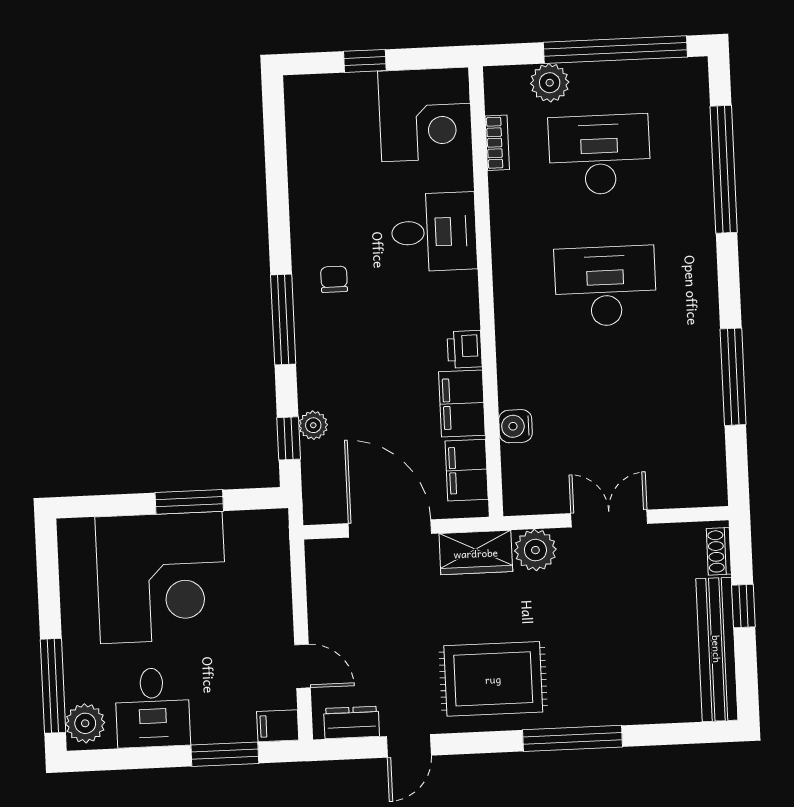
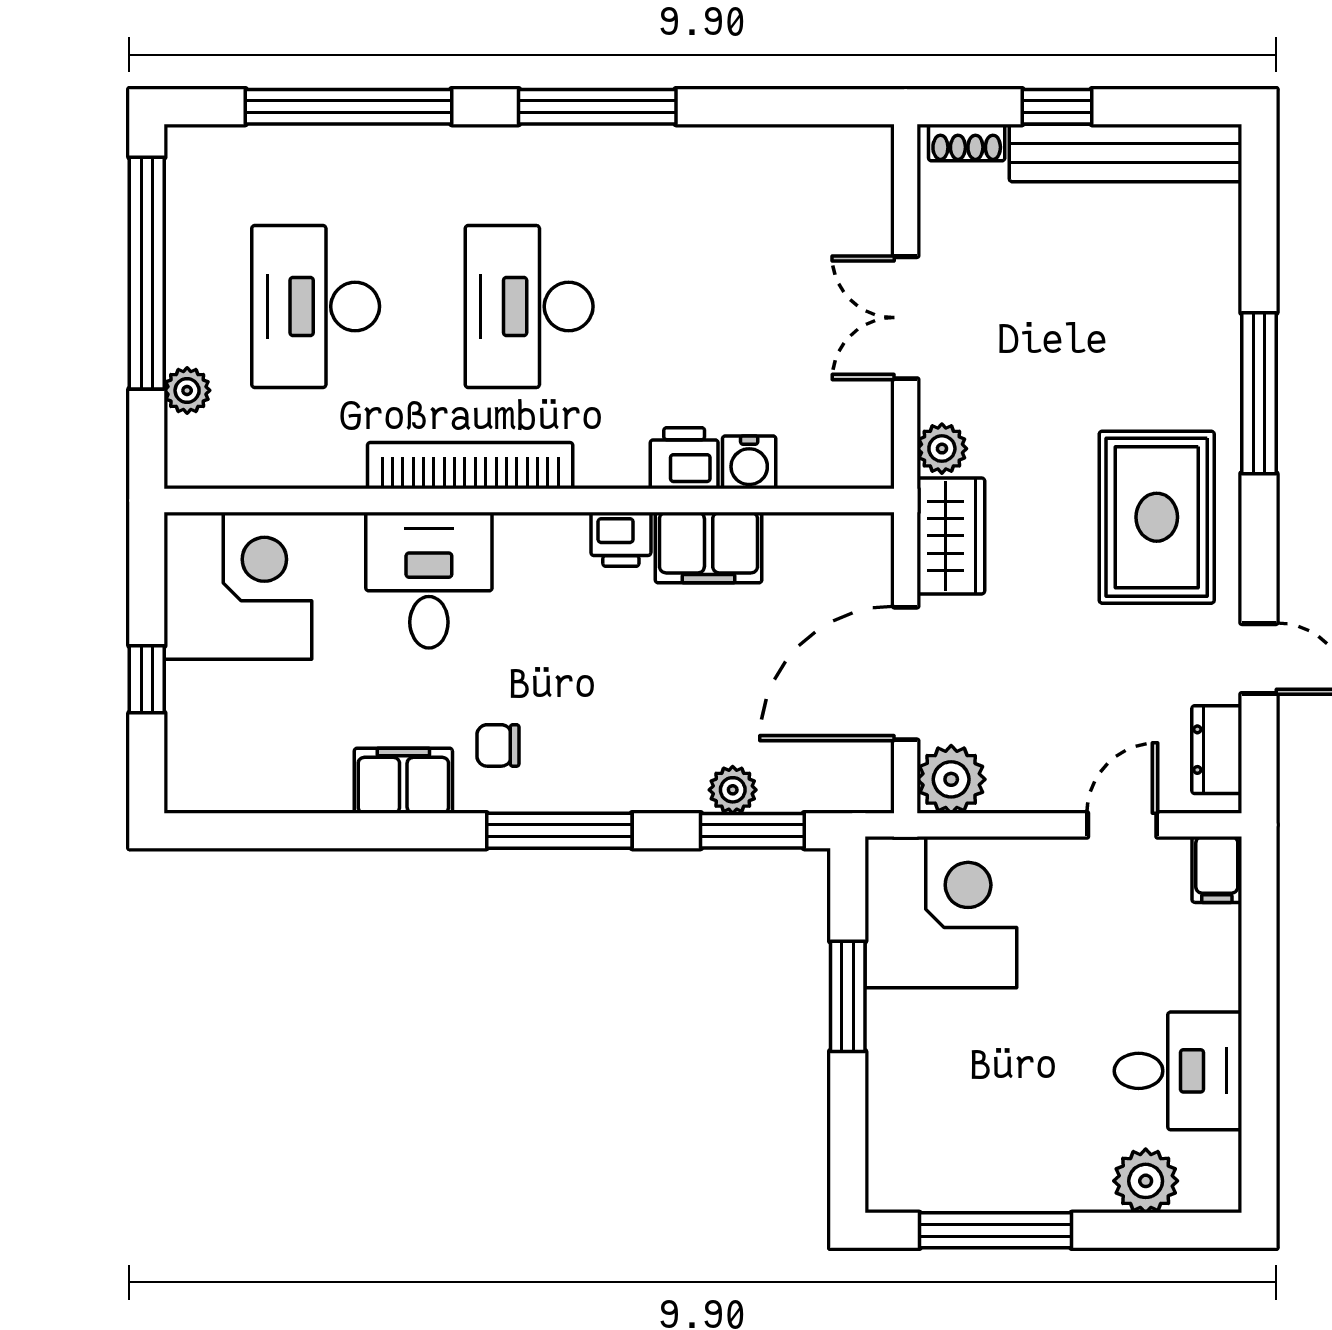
plant: (550, 83) -> (187, 390), width x0.73, depth x0.73
bookcase: (497, 143) -> (470, 466), moved, width x2.31, depth x1.31
window: (733, 377) -> (597, 107), moved
printer: (516, 386) -> (684, 458), added
window: (289, 438) -> (752, 831), width x1.50
filing cabinet: (467, 470) -> (403, 781), moved, turned 180
plant: (535, 550) -> (942, 449), width x0.73, depth x0.73
plant: (326, 560) -> (951, 779), added
corner desk: (161, 577) -> (941, 912), moved, width x0.74, depth x0.74
window: (53, 686) -> (995, 1230), moved
plant: (85, 723) -> (1146, 1181), moved
window: (225, 754) -> (1259, 957), removed

